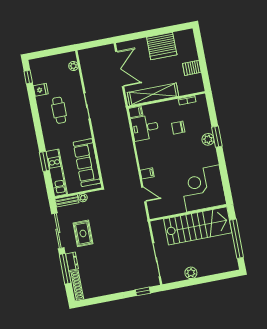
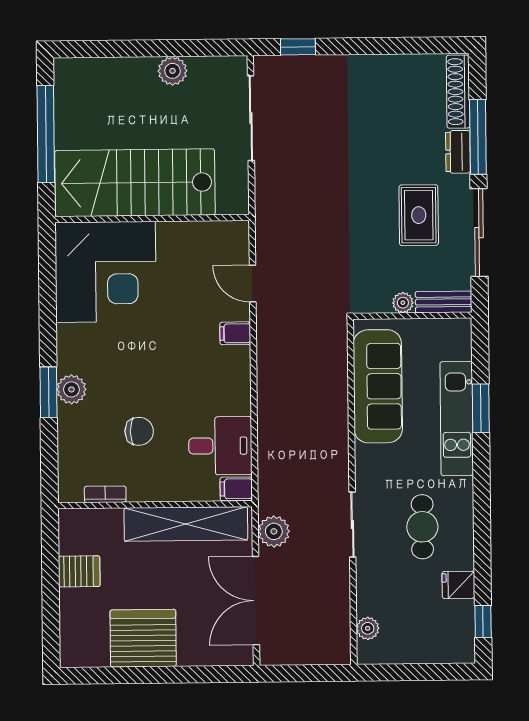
plant: (118, 98) -> (274, 531), added
kitchen unit: (57, 173) -> (457, 419), moved

